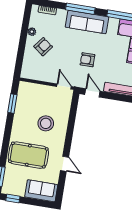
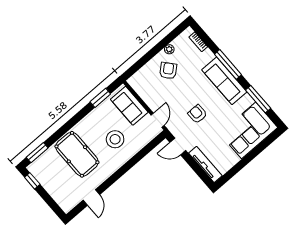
armchair: (43, 47) -> (168, 71), turned -78
door: (92, 93) -> (178, 146), swing flipped
door: (65, 164) -> (91, 197), moved
sofa: (41, 191) -> (129, 106), moved, turned 180

